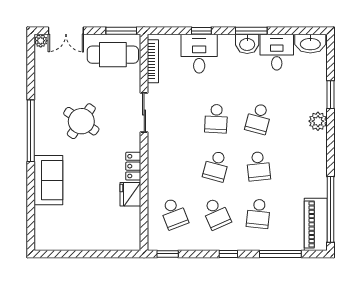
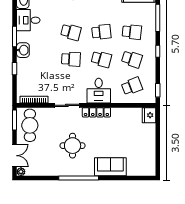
washbasin: (247, 44) -> (23, 50), moved
desk: (199, 54) -> (99, 91), moved, turned -90
round table: (81, 121) -> (73, 146), turned -35
locker: (133, 166) -> (96, 112), width x1.53
fridge: (130, 194) -> (149, 115), moved, turned 90
school desk: (216, 214) -> (132, 59), turned 42

